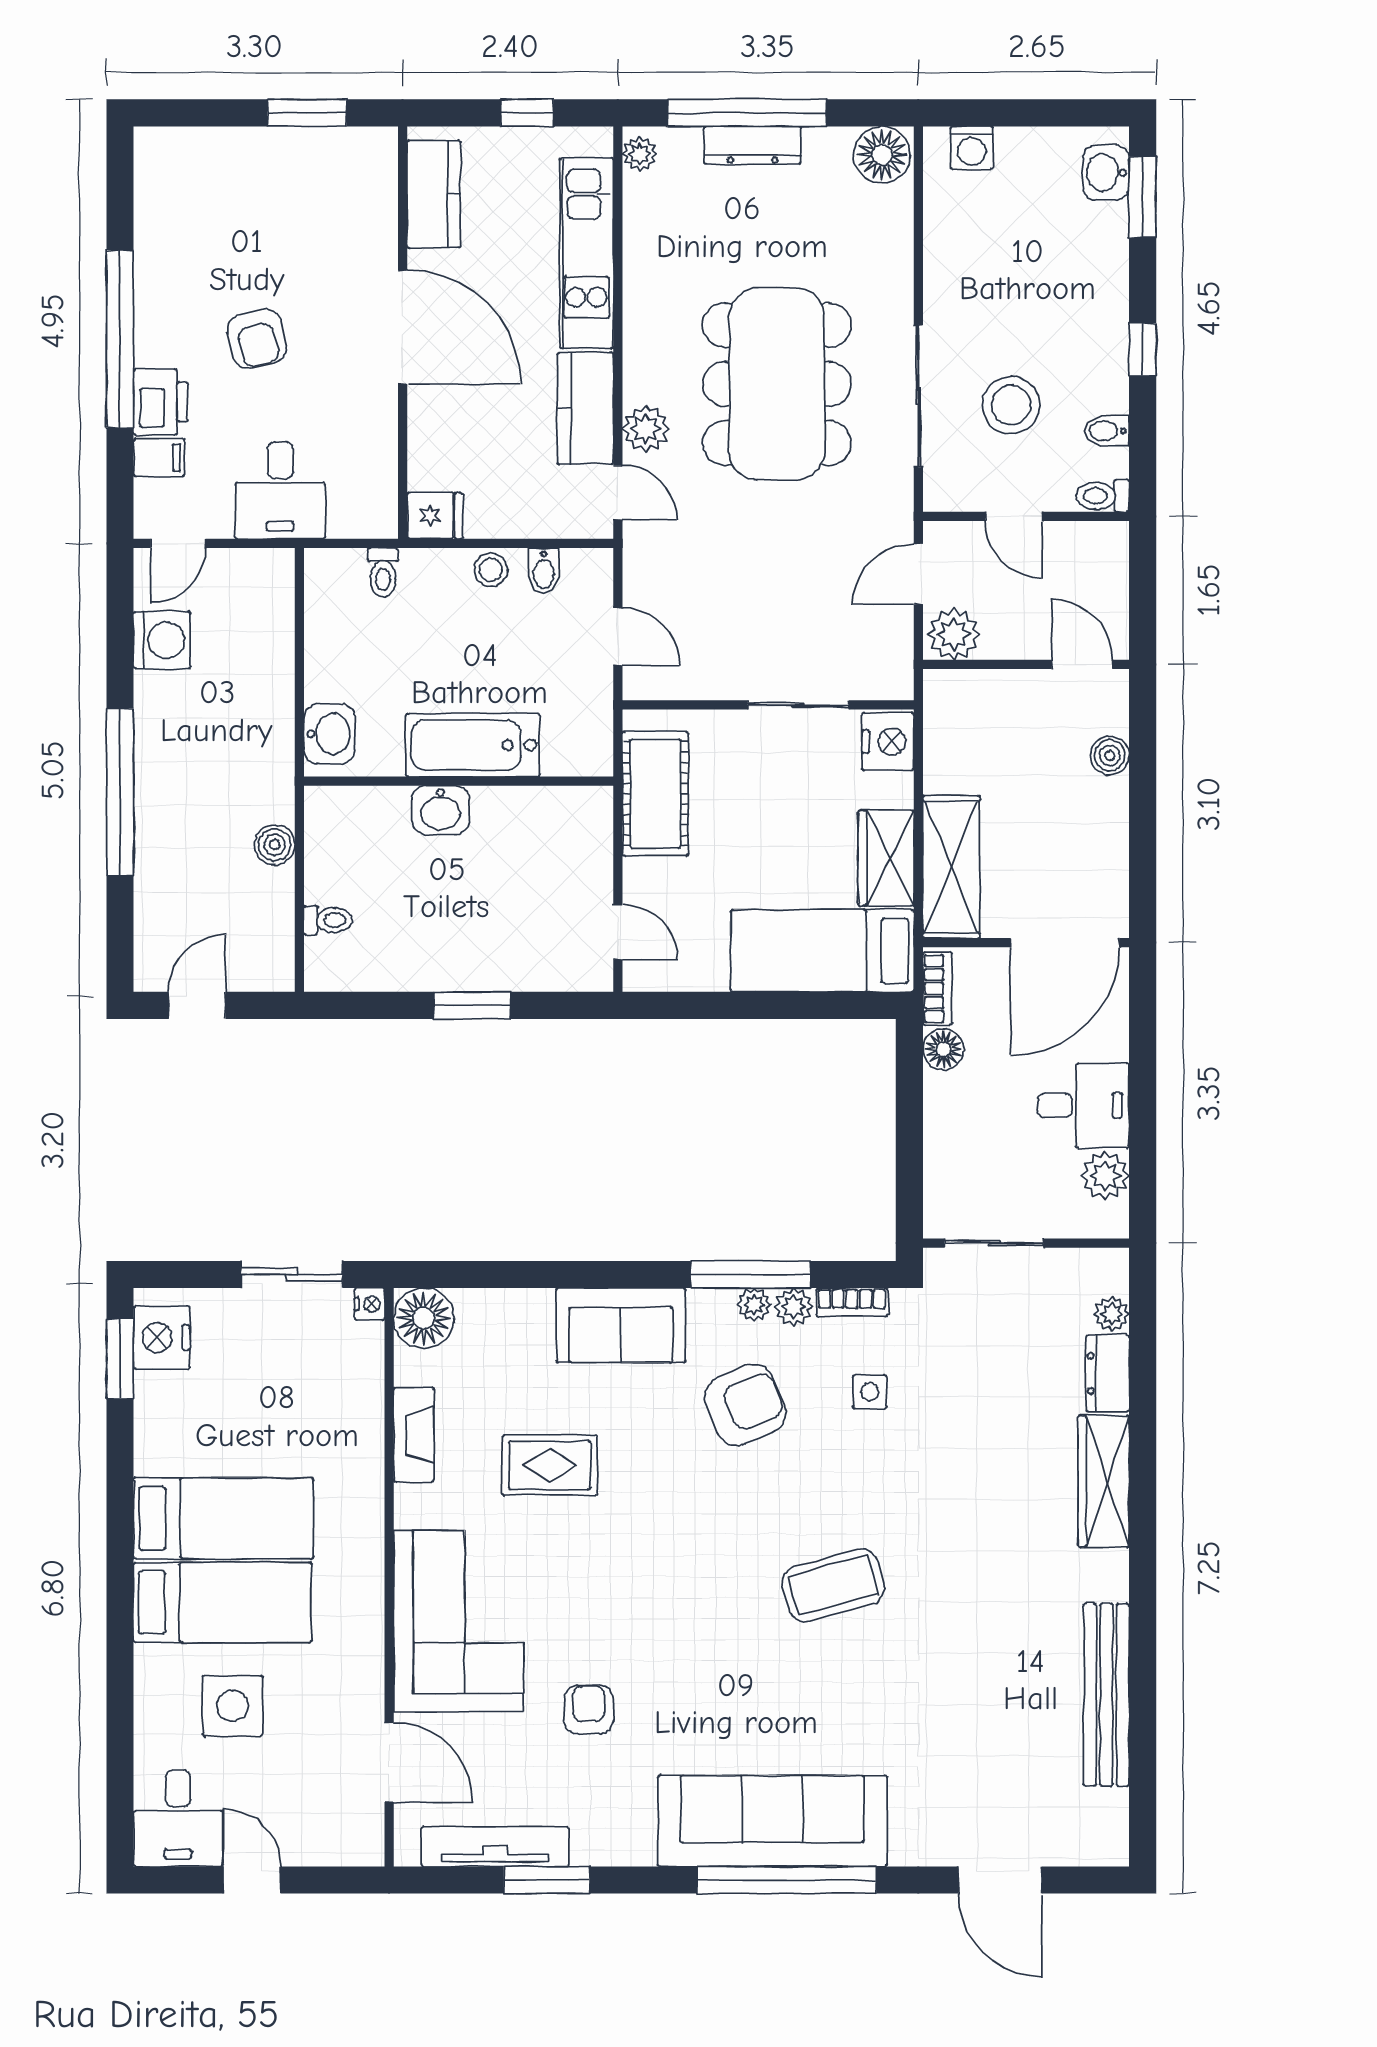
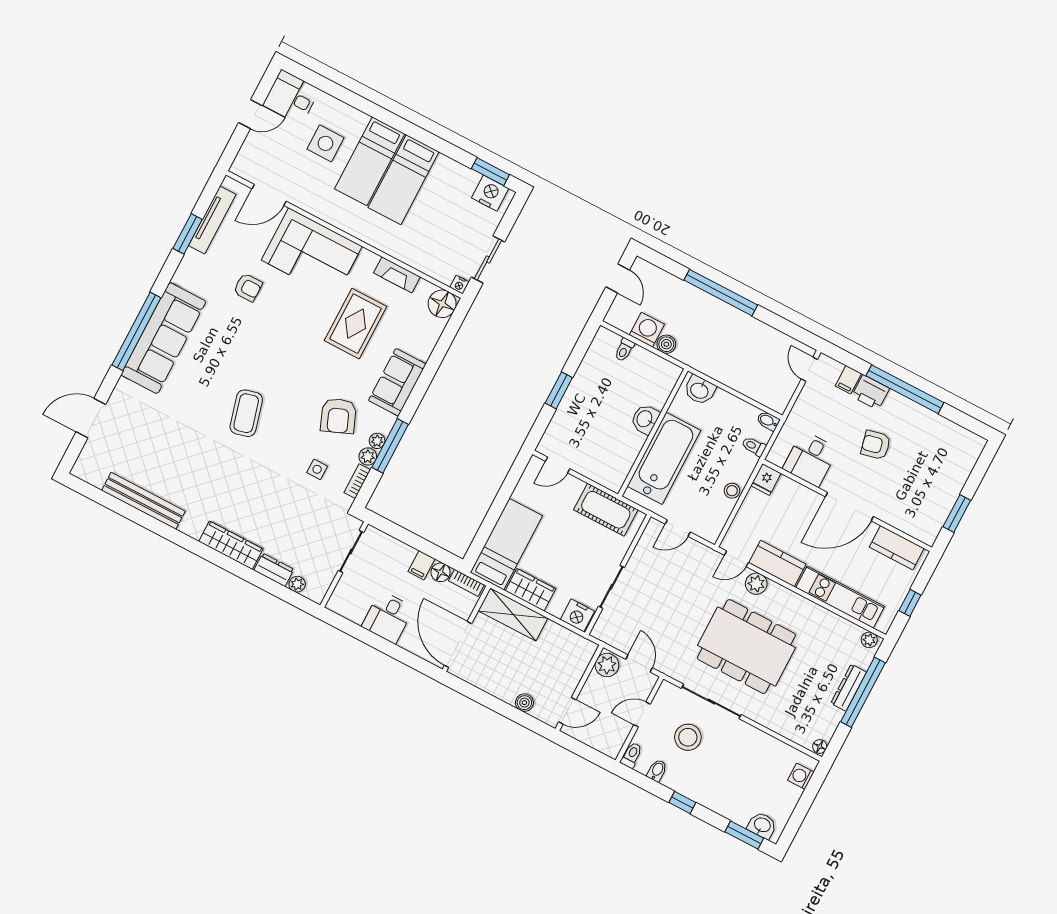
floor lamp: (882, 155) -> (820, 746), width x0.53, depth x0.53
desk: (280, 490) -> (810, 459), moved, turned -90
bidet: (544, 571) -> (768, 421), moved
washing machine: (162, 640) -> (647, 330), moved, turned 180
bathtub: (473, 745) -> (664, 458), width x1.36, depth x1.36
filing cabinet: (949, 1093) -> (421, 565), added
plant: (1105, 1176) -> (355, 611), removed
rug: (550, 1465) -> (355, 324), width x1.36, depth x1.43

